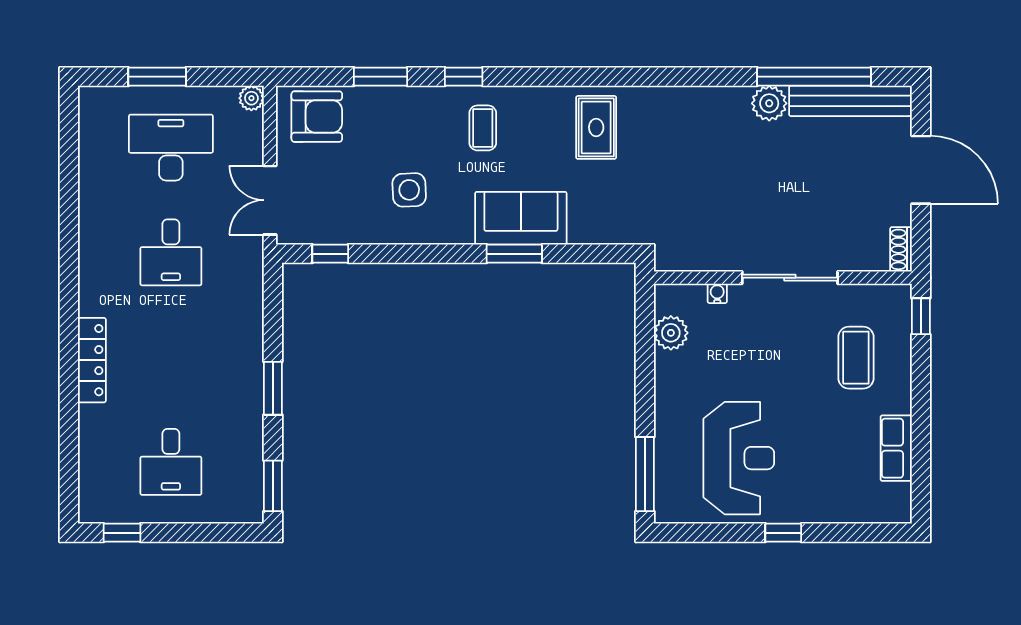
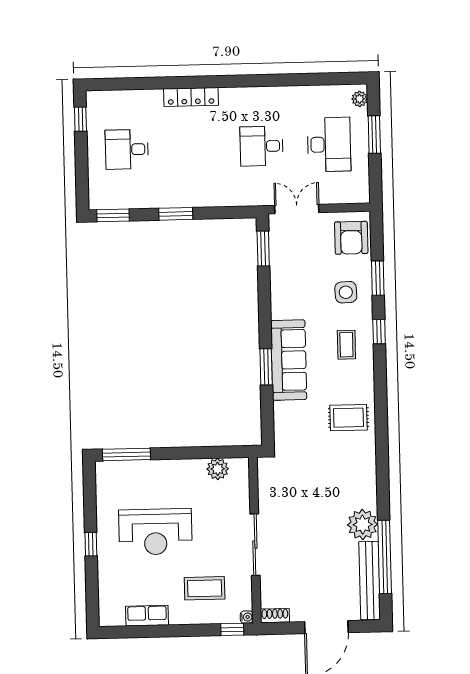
plant: (251, 98) -> (360, 99), moved
plant: (769, 103) -> (363, 525), width x1.36, depth x1.36
coffee table: (483, 128) -> (346, 345), turned 90
side table: (409, 190) -> (346, 292), moved
sofa: (521, 218) -> (289, 360), width x1.36
window: (330, 254) -> (263, 249), width x1.50
water cooler: (717, 293) -> (247, 617), moved
reception desk: (739, 458) -> (155, 532), moved

